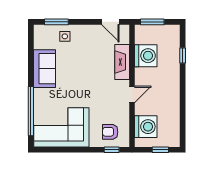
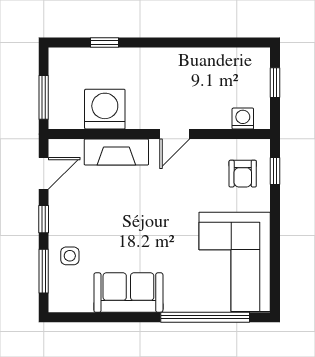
window: (85, 22) -> (44, 219), added
door: (132, 94) -> (175, 134), swing flipped
washing machine: (146, 127) -> (243, 119), width x0.53, depth x0.53

